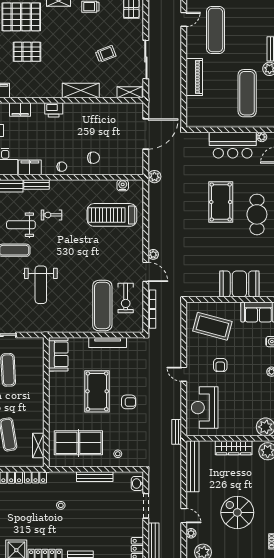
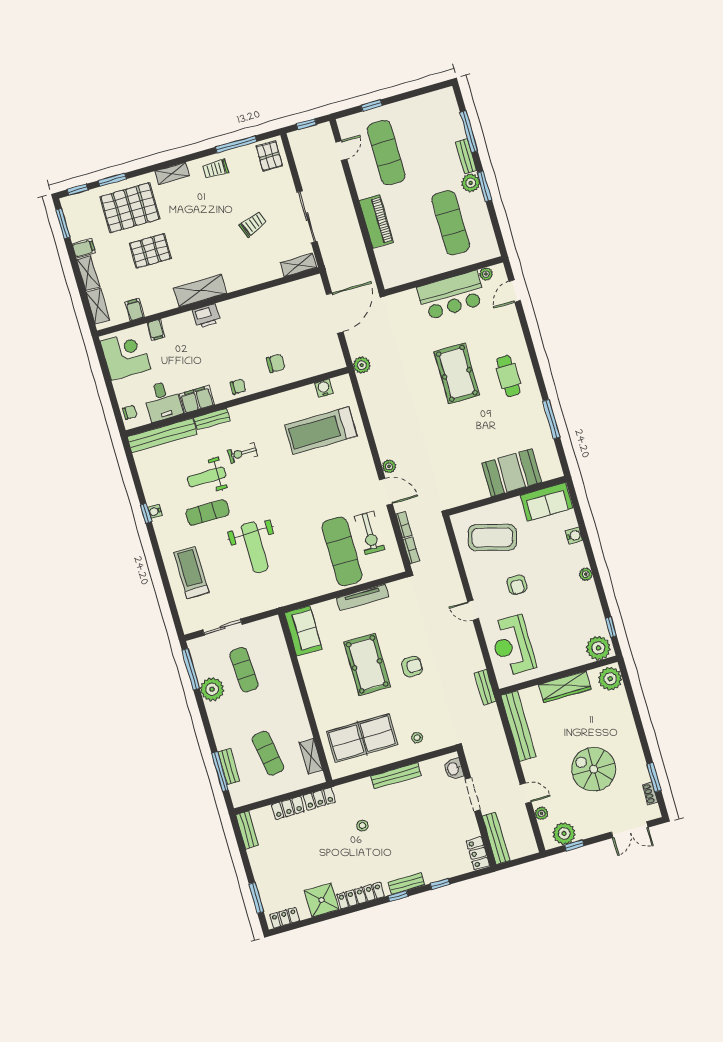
shelving: (81, 90) -> (200, 291), moved
filing cabinet: (20, 109) -> (156, 330), width x0.50
cafe table: (257, 214) -> (508, 376), width x0.73, depth x0.74

